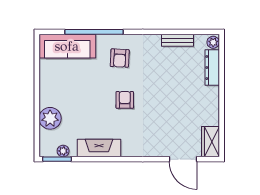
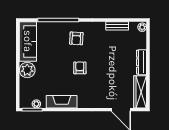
sofa: (67, 46) -> (28, 41), moved, turned -90
dresser: (212, 68) -> (142, 62), moved
plant: (50, 118) -> (27, 70), moved
wardrobe: (210, 142) -> (140, 92), width x1.50

